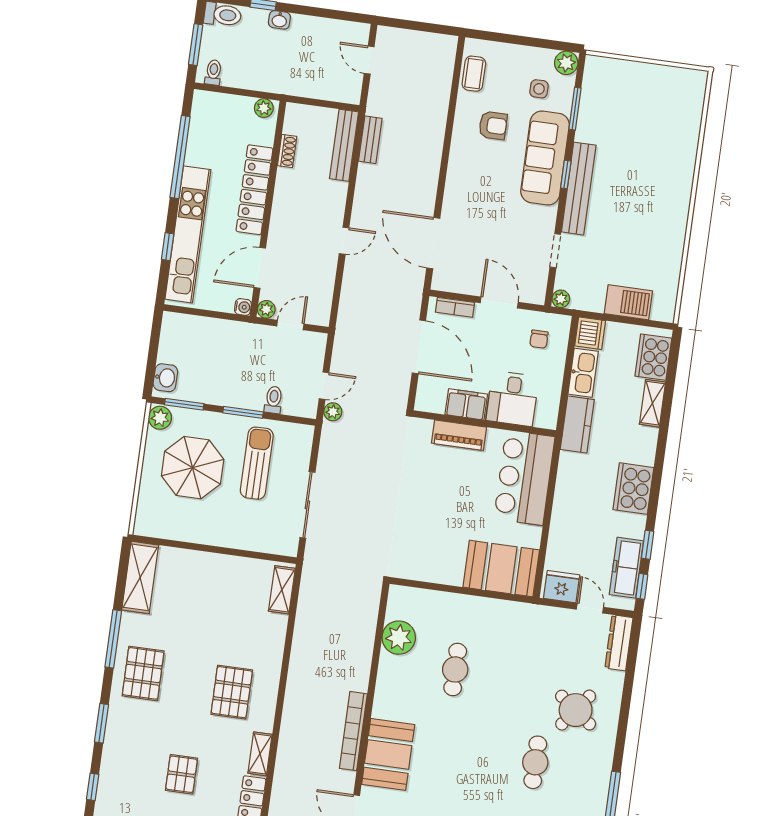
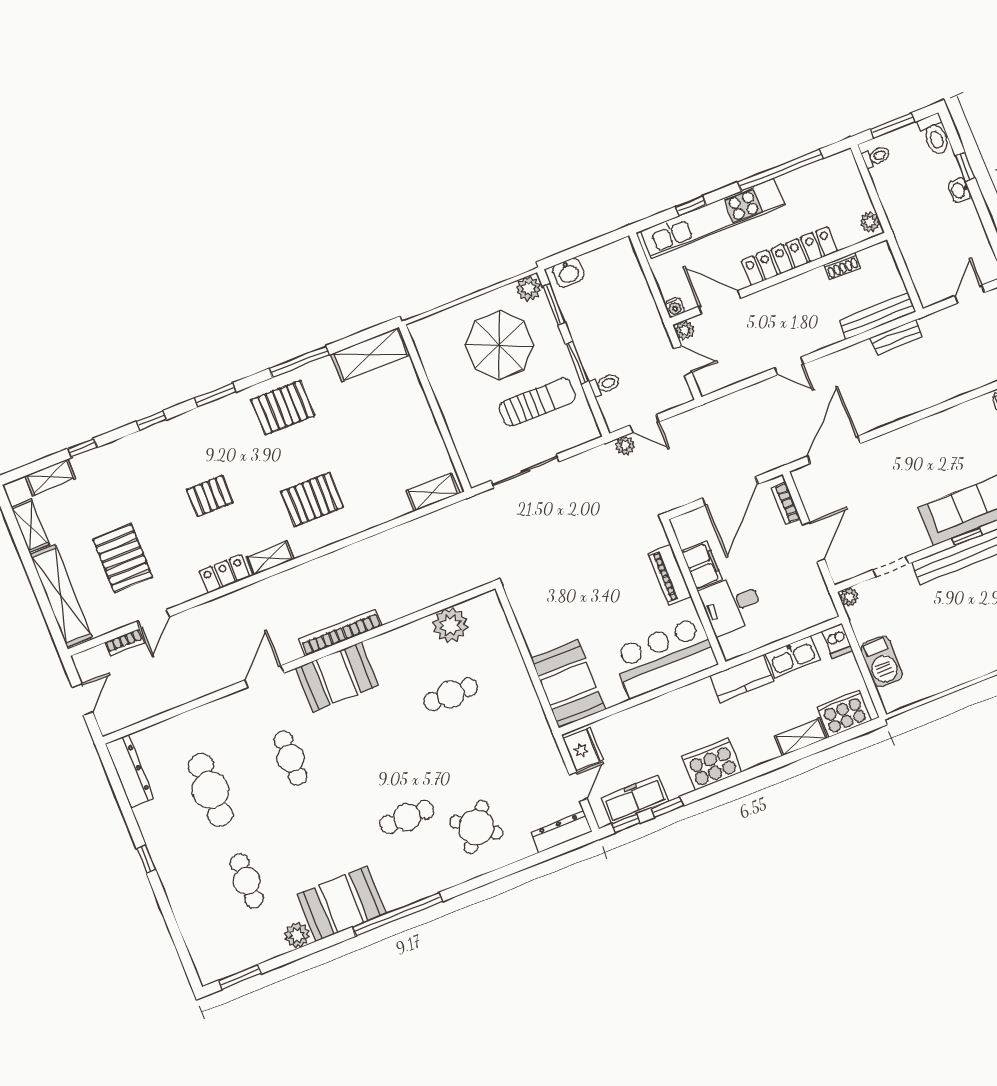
armchair: (493, 125) -> (974, 443), removed
dishwasher: (590, 333) -> (837, 641), width x0.73
chair: (539, 339) -> (801, 598), removed

